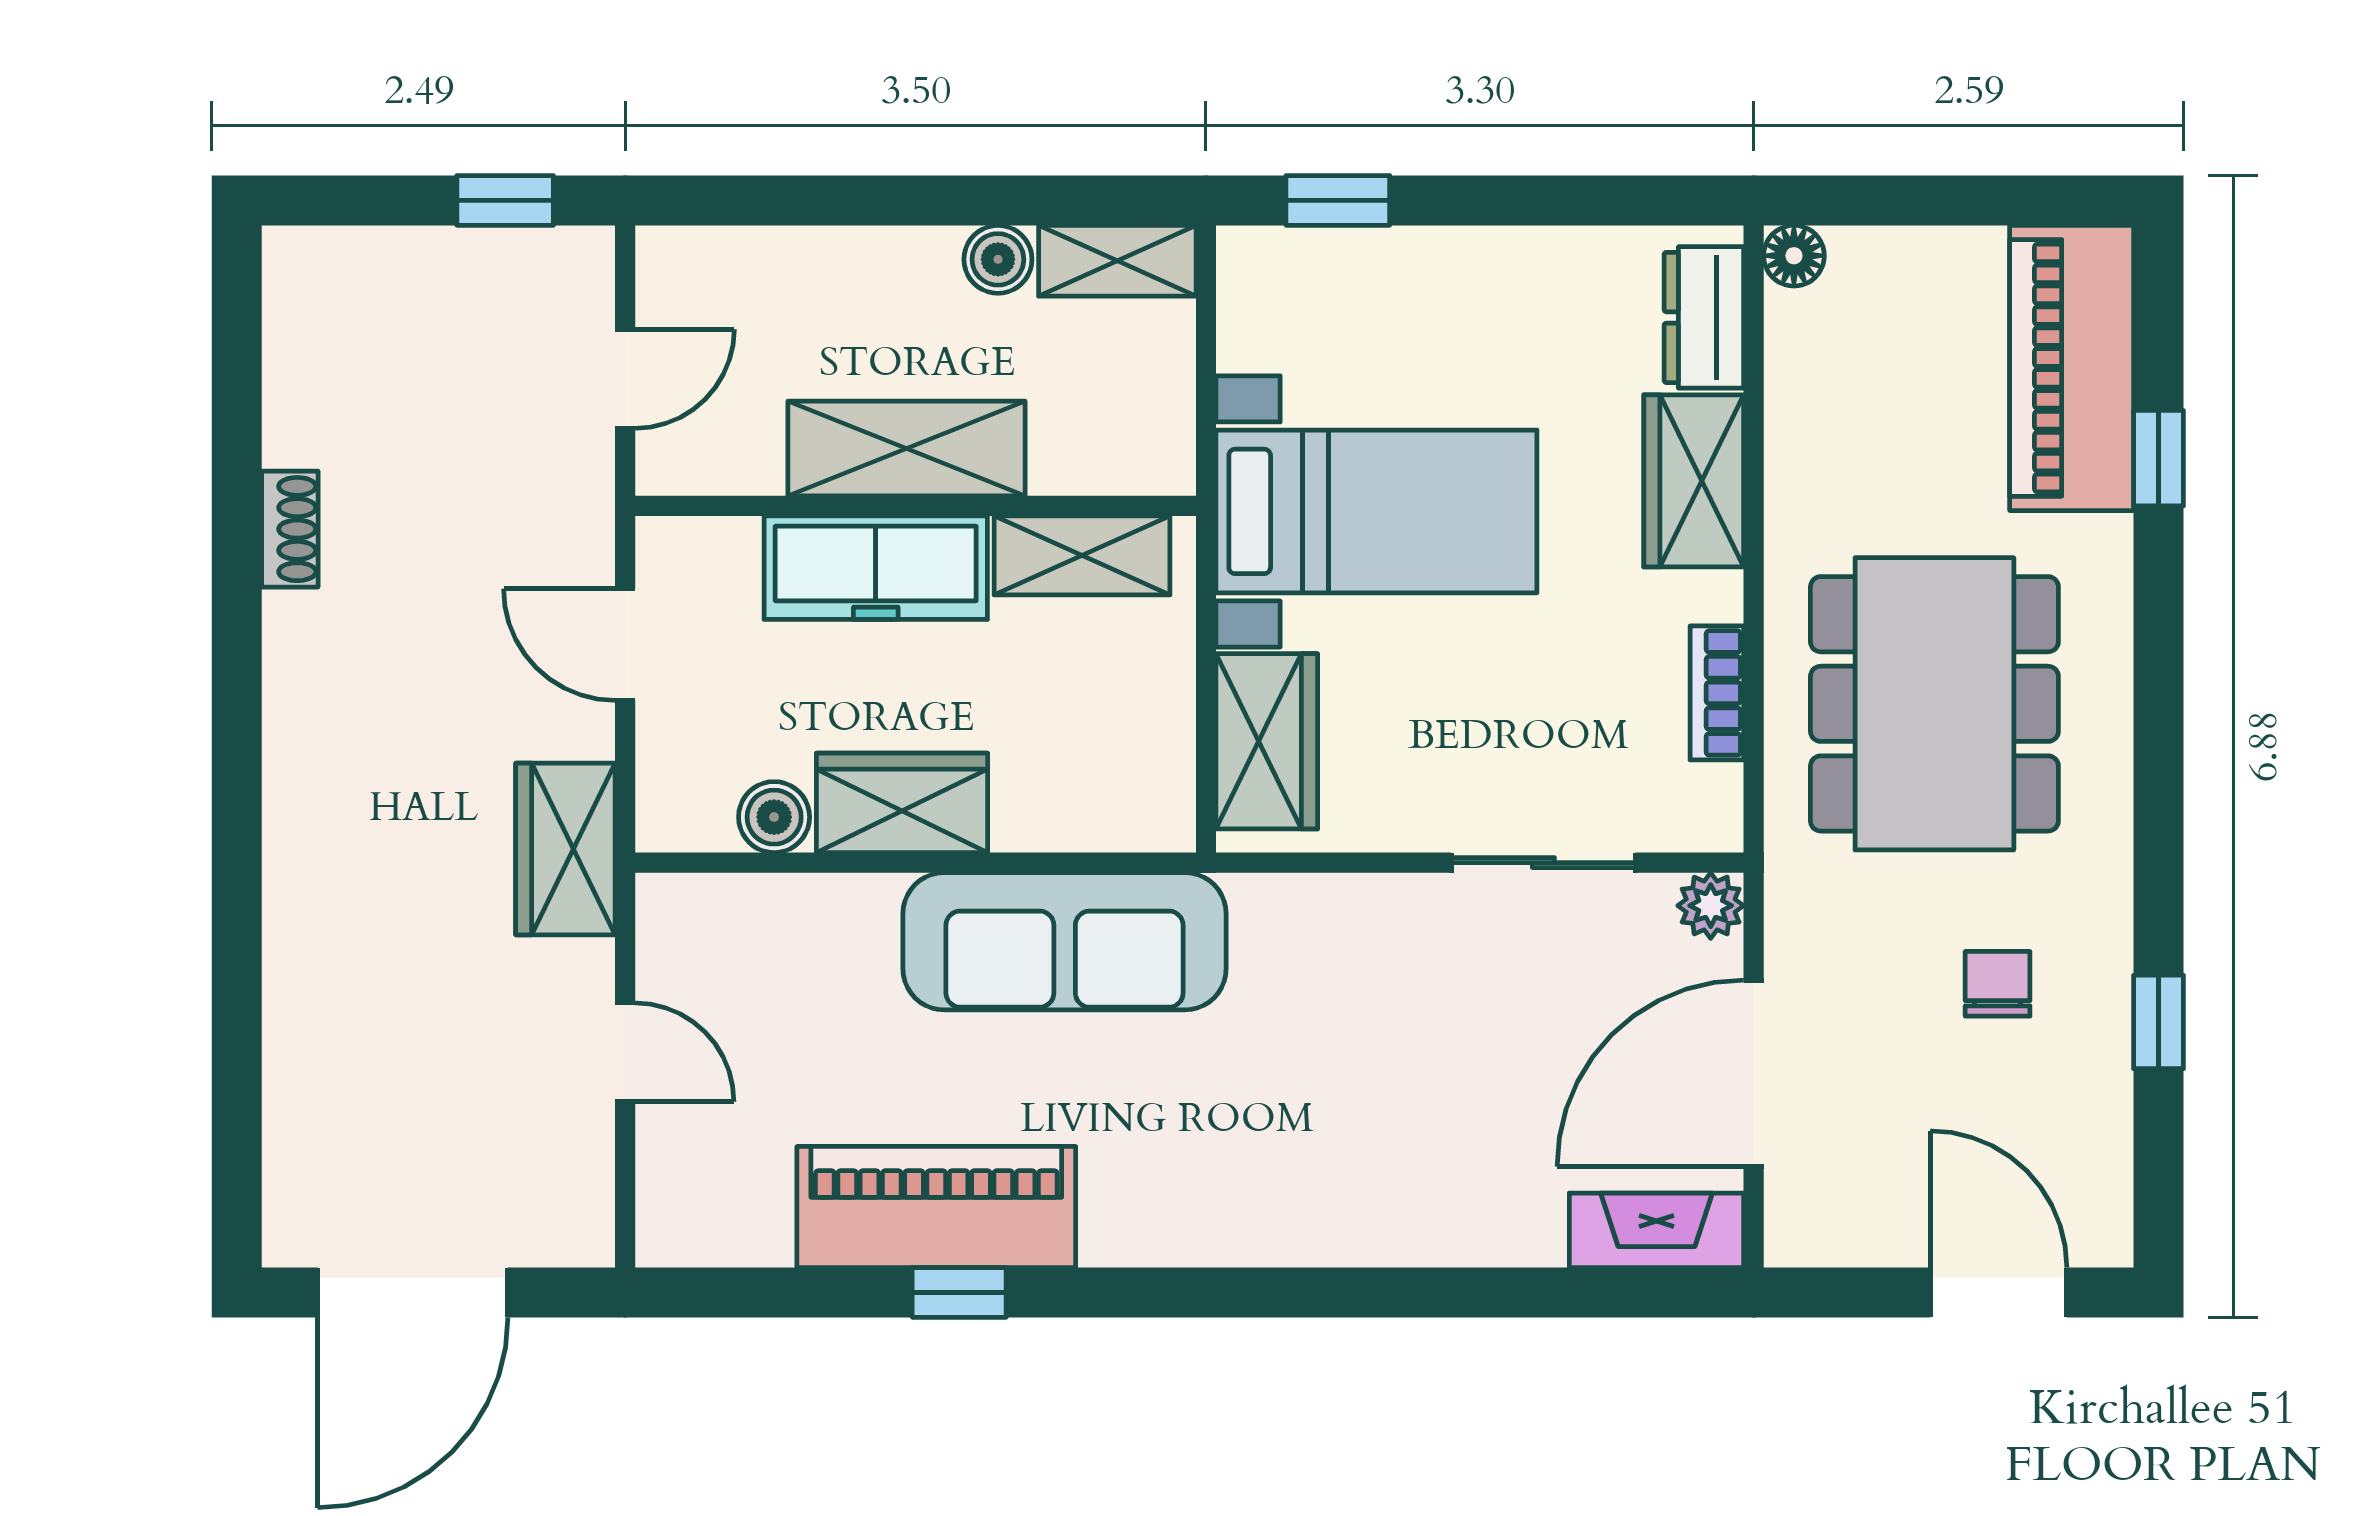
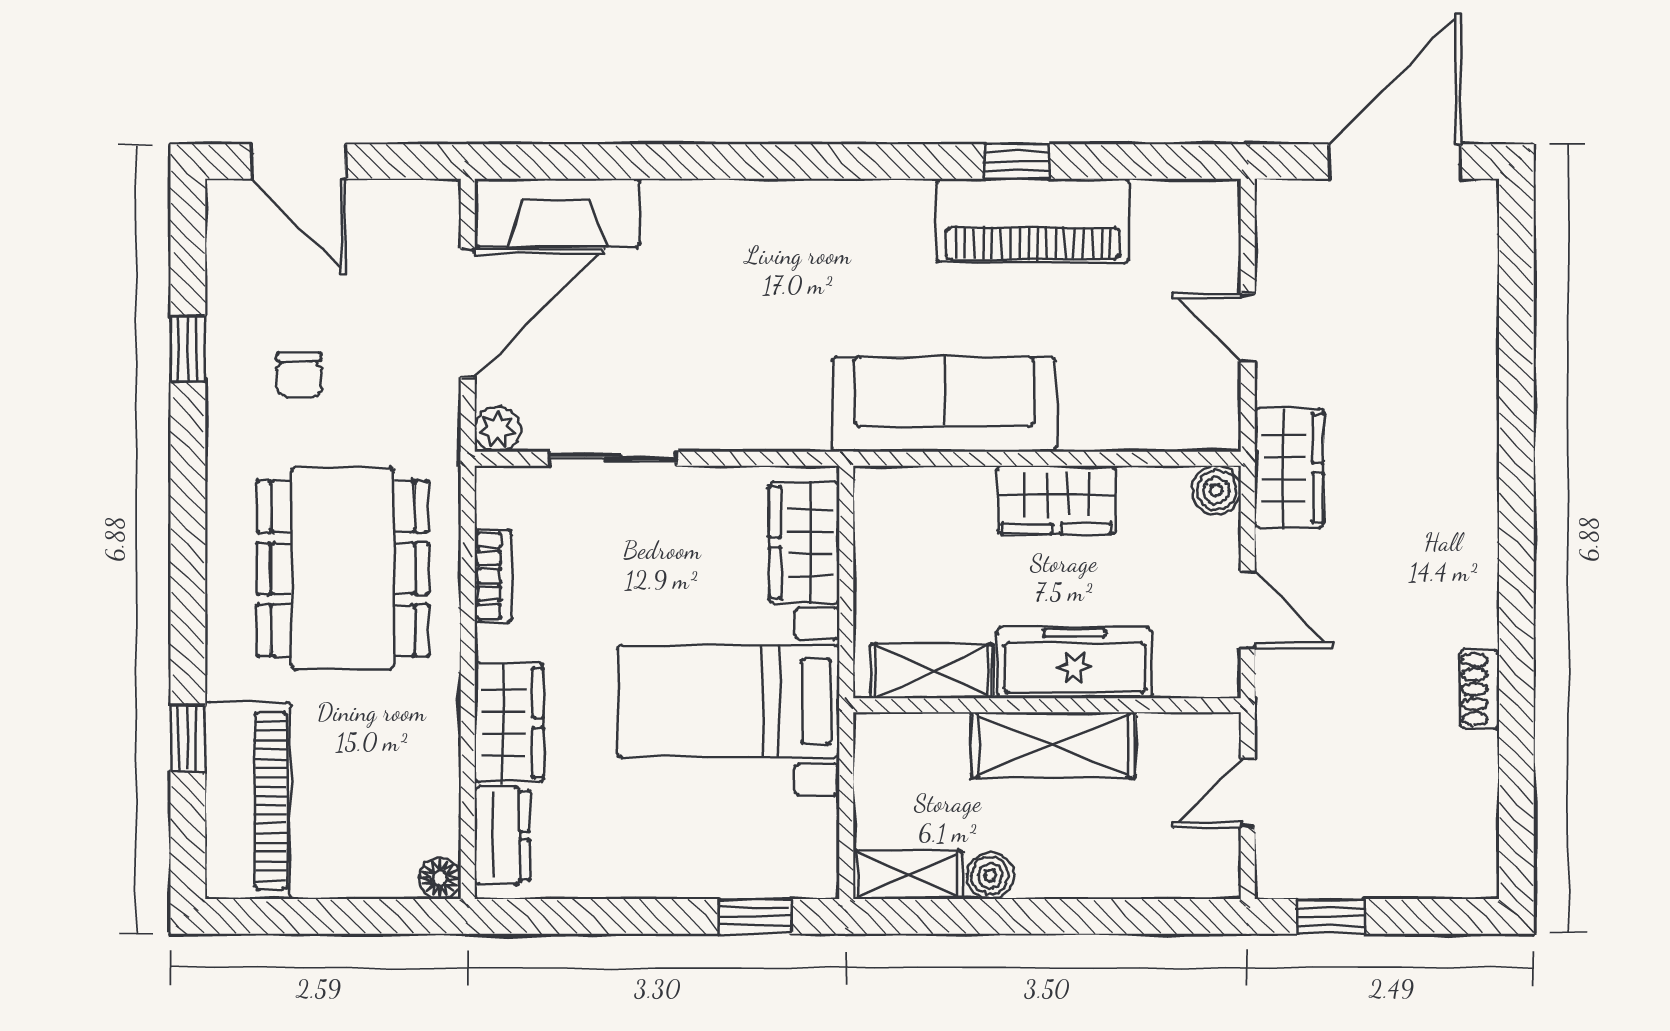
boiler: (774, 817) -> (1216, 490), moved
fireplace: (1657, 1230) -> (557, 213), width x1.37, depth x1.32

